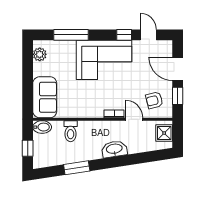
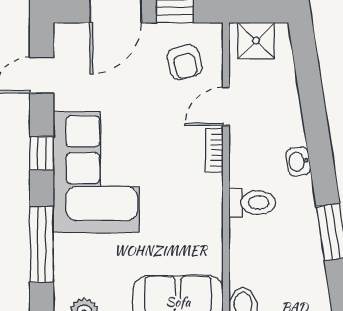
window: (124, 35) -> (42, 153), moved
toilet: (71, 131) -> (252, 203), moved
washbasin: (114, 149) -> (298, 161), width x0.52, depth x0.69

